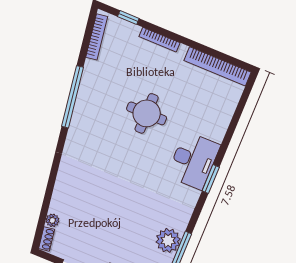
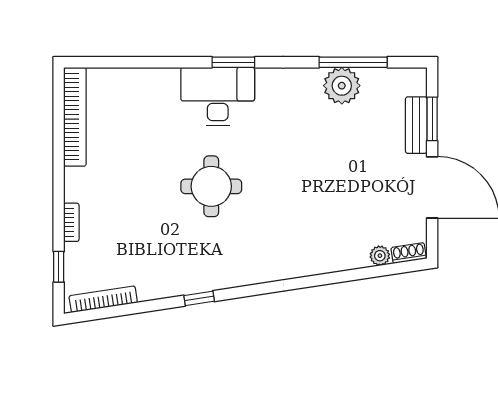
bookcase: (159, 40) -> (71, 222), width x0.64
window: (72, 97) -> (199, 298), width x0.32
round table: (147, 113) -> (211, 186), moved

